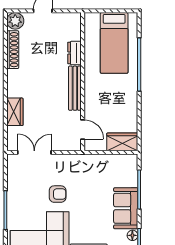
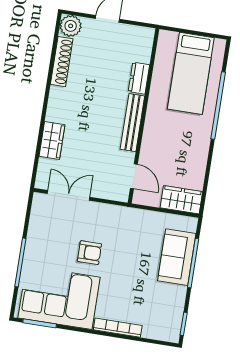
sofa: (126, 208) -> (177, 257), moved
floor lamp: (132, 235) -> (176, 320), removed

